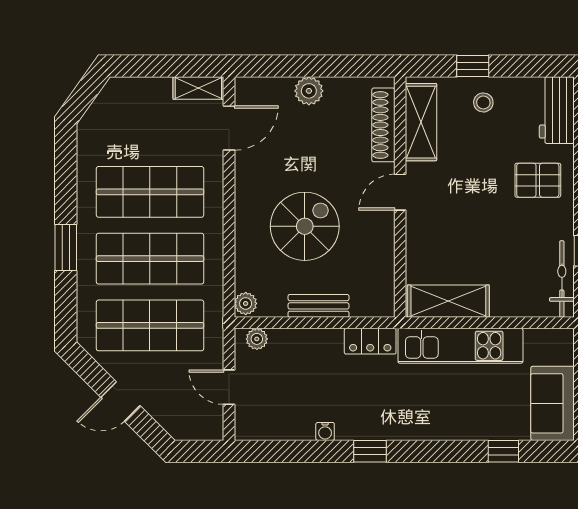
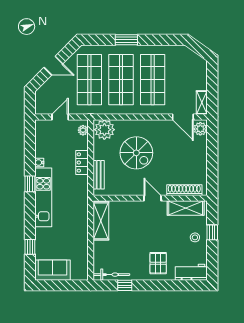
plant: (309, 91) -> (200, 129), moved
plant: (246, 303) -> (104, 130), width x1.87, depth x1.87
bench: (318, 306) -> (99, 175), moved
locker: (370, 341) -> (82, 162), moved
kitchen unit: (460, 346) -> (43, 197), moved, turned 180
door: (120, 401) -> (53, 66), swing flipped

